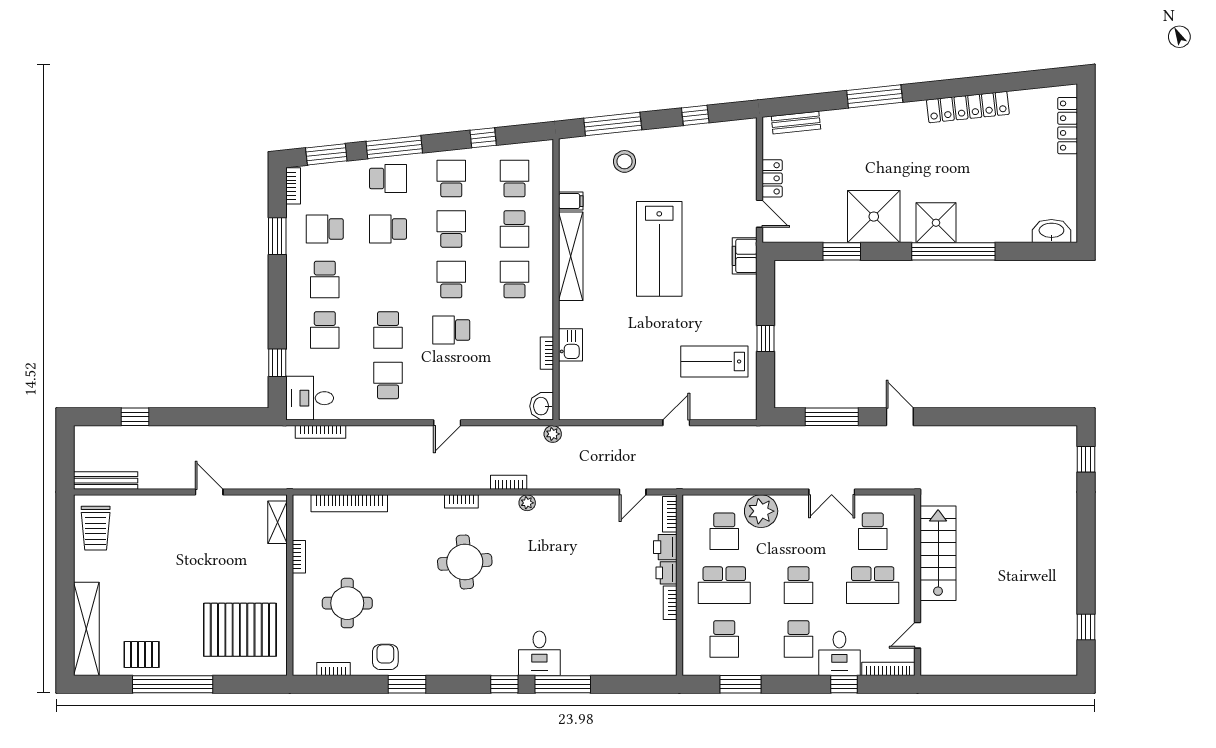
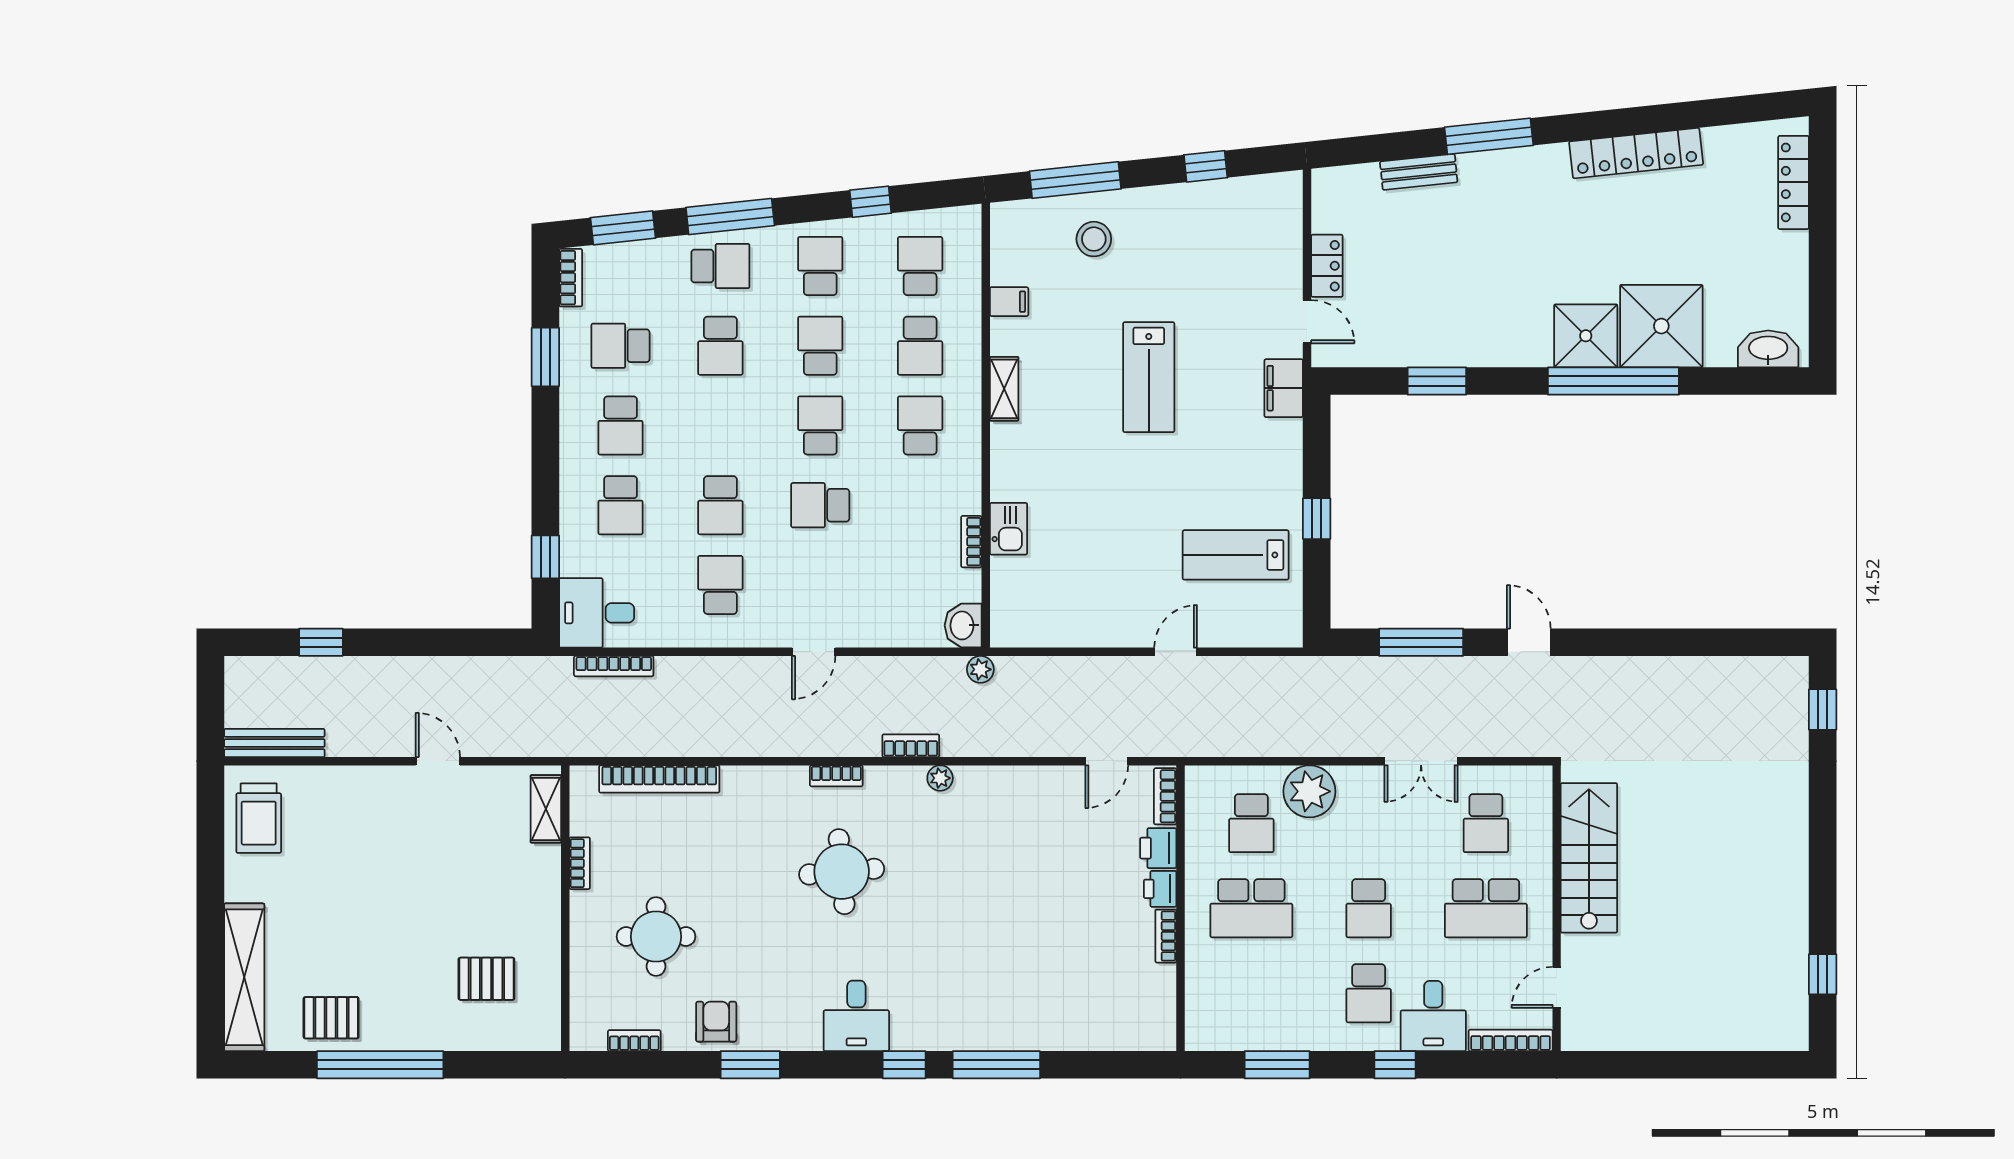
bench: (796, 123) -> (1419, 172), moved
shower: (874, 217) -> (1661, 326), moved
school desk: (388, 229) -> (720, 346), turned -90
lab bench: (659, 249) -> (1149, 377), width x0.73, depth x0.72
shelving: (571, 256) -> (1004, 389), width x0.45, depth x0.75
pallet: (240, 630) -> (486, 979), width x0.49, depth x0.50
school desk: (724, 639) -> (1251, 993), removed
desk: (539, 653) -> (856, 1016), moved
window: (844, 684) -> (1395, 1065), moved

